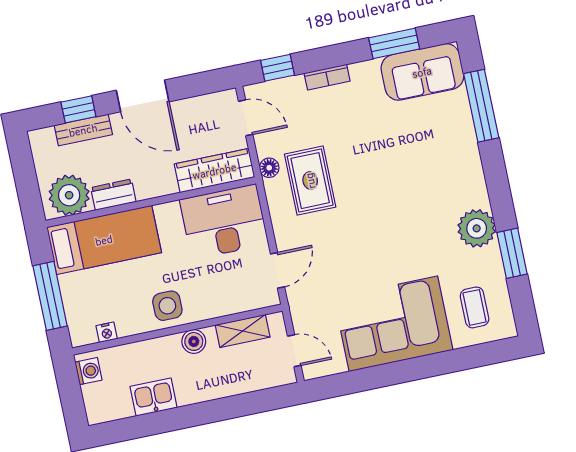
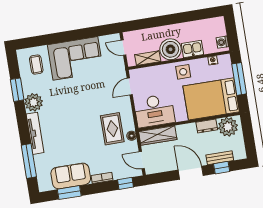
sofa: (422, 72) -> (71, 176), moved
tv unit: (471, 164) -> (35, 133), added
bed: (104, 240) -> (211, 99), width x1.50
boiler: (194, 341) -> (171, 49), width x1.86, depth x1.86
kitchen sink: (154, 397) -> (192, 49), moved, turned 180

